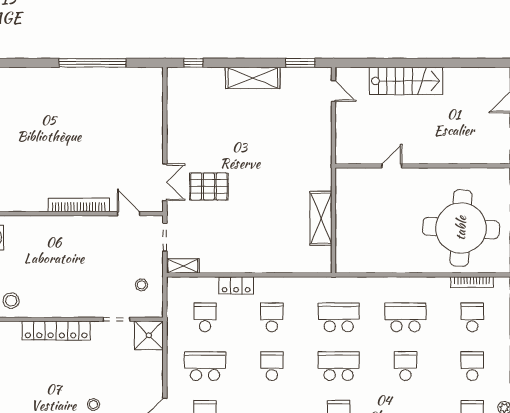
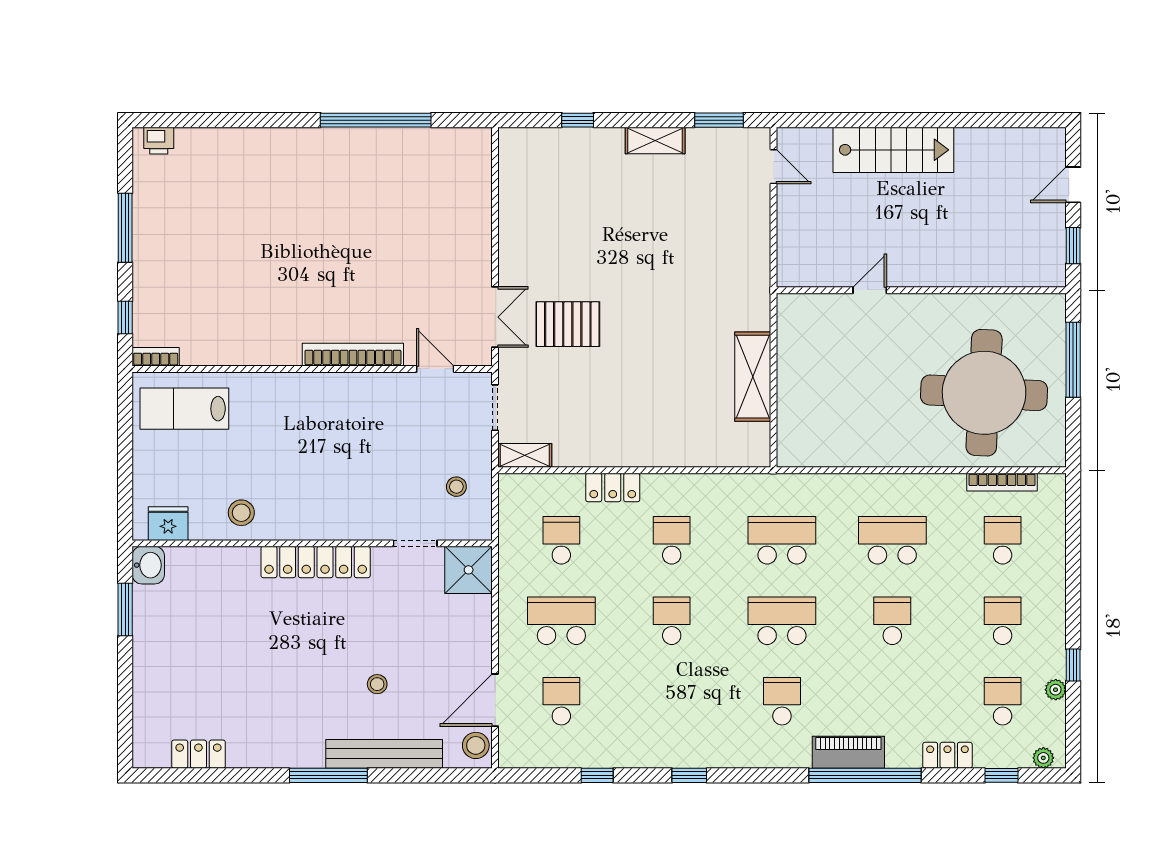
window: (194, 63) -> (578, 120), moved
shelving: (253, 78) -> (655, 140), width x0.67, depth x0.75

